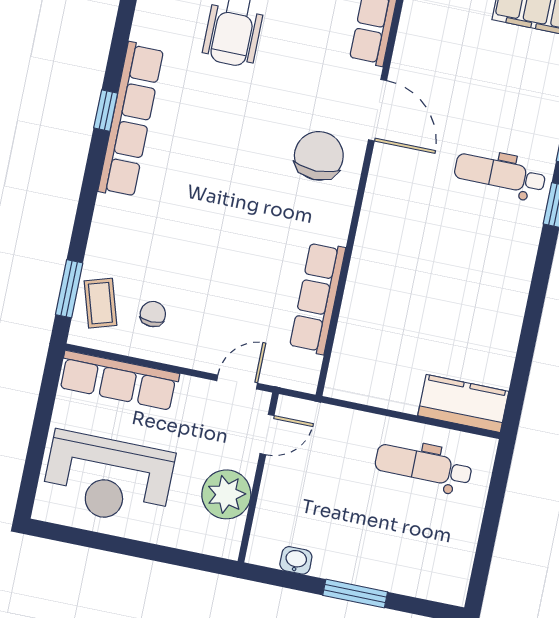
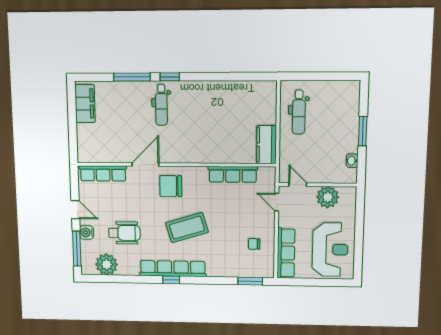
coffee table: (100, 303) -> (187, 228), moved, width x1.86, depth x1.72
kitchen counter: (463, 404) -> (267, 145), moved

